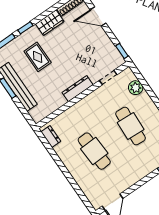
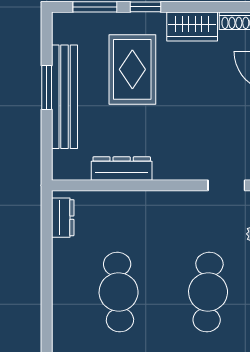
rug: (38, 57) -> (132, 69), width x1.36, depth x1.43
dresser: (78, 89) -> (122, 169), moved

